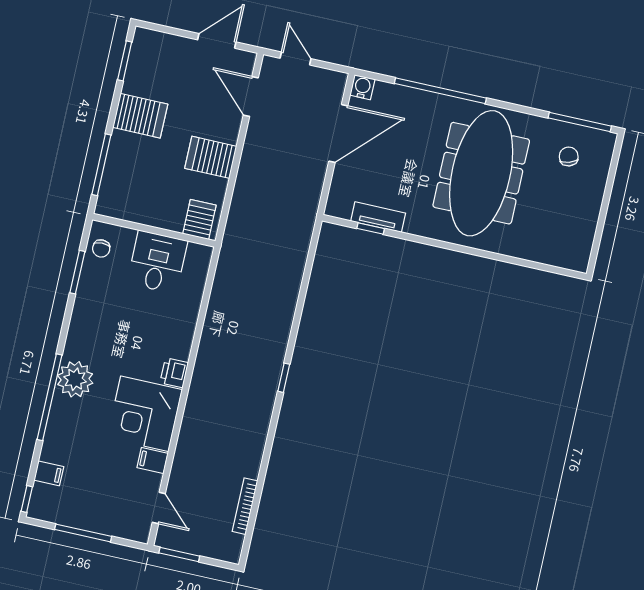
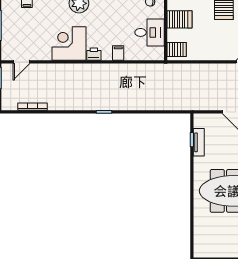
server rack: (211, 157) -> (180, 19), moved, turned 90
filing cabinet: (153, 460) -> (118, 53), moved

